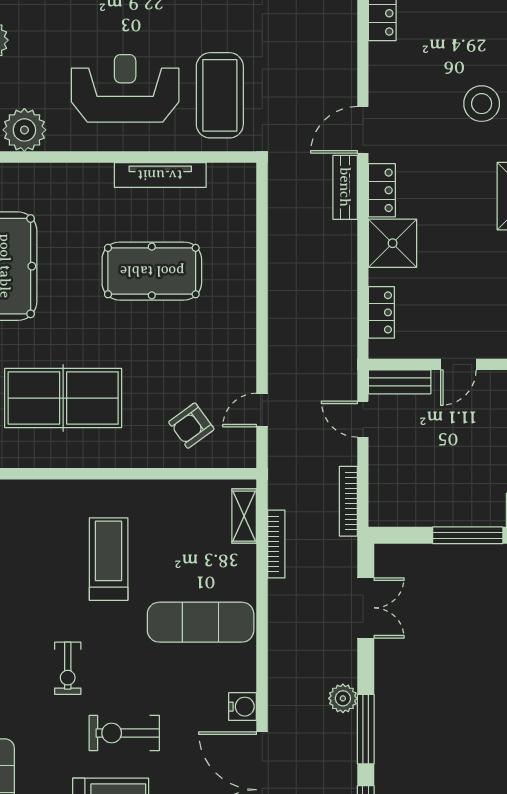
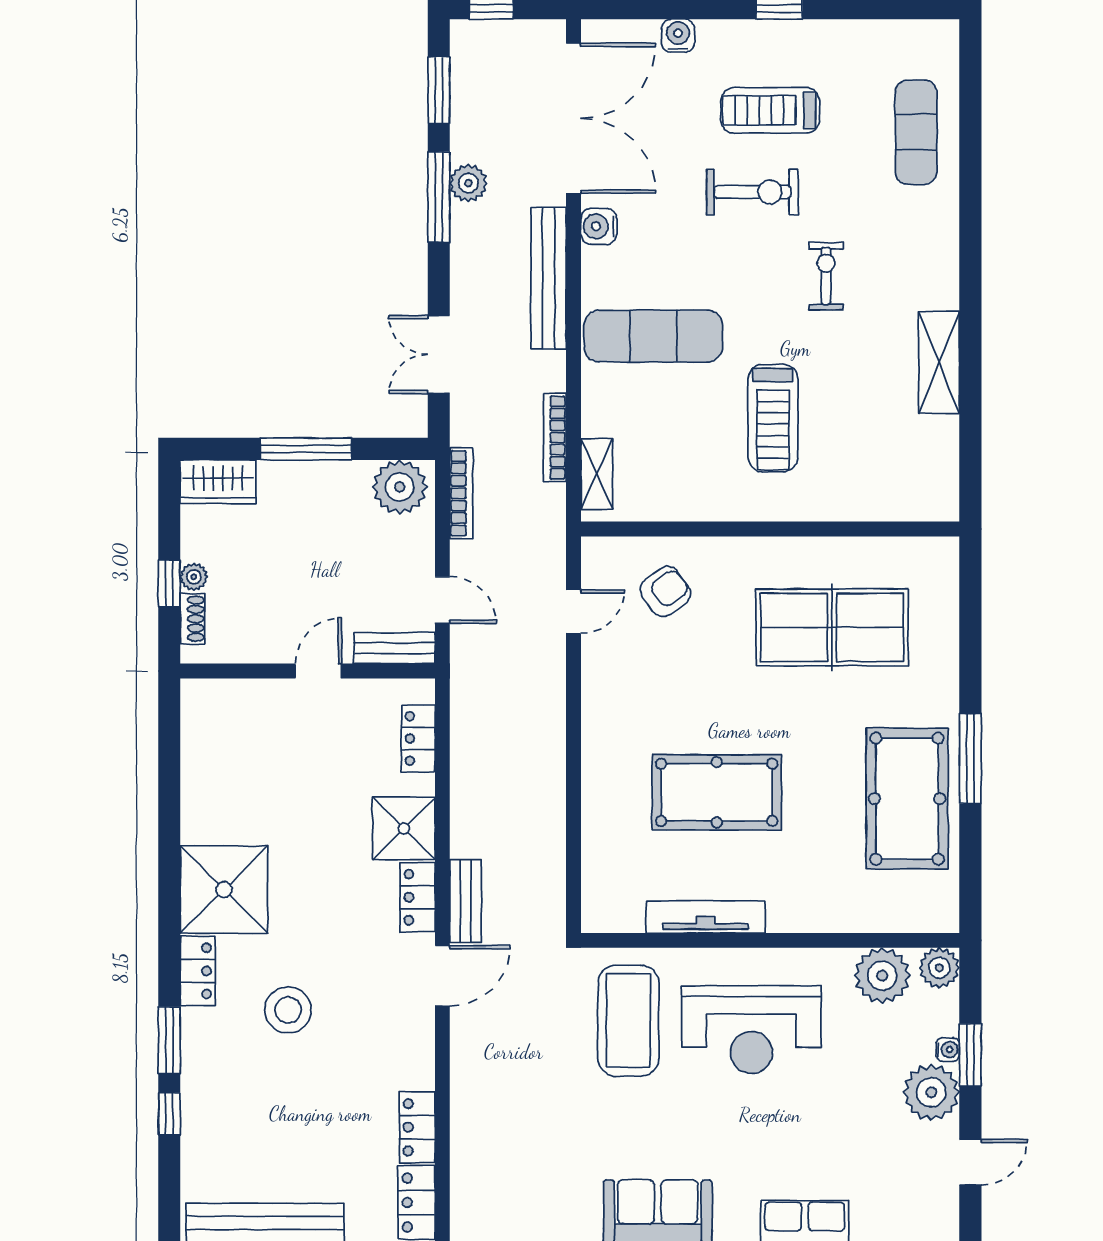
plant: (396, 506) -> (400, 487), added
bench: (281, 667) -> (549, 278), added
plant: (343, 698) -> (468, 183), moved

